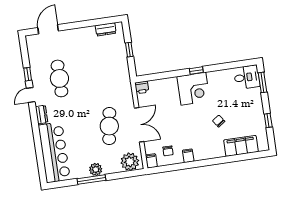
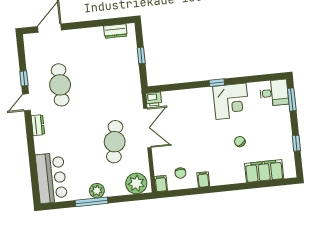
corner desk: (193, 89) -> (231, 101), moved
double door: (139, 125) -> (147, 128), moved
bar counter: (54, 152) -> (51, 178), width x0.73

